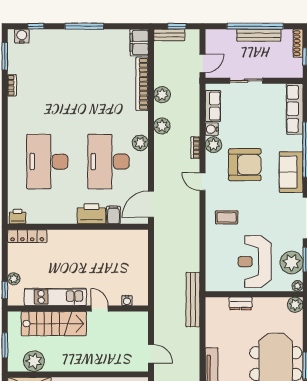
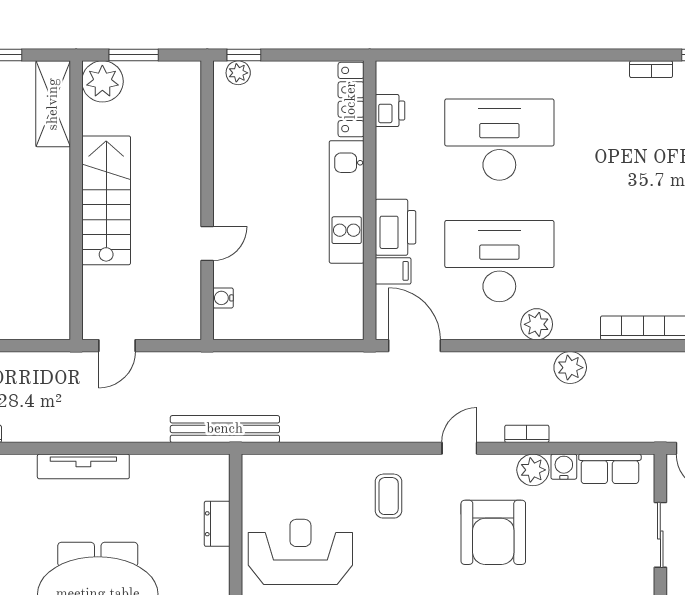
plant: (162, 95) -> (632, 368), removed
printer: (18, 217) -> (390, 111), moved
plant: (14, 279) -> (238, 73), moved
kitchen unit: (55, 297) -> (347, 202), moved, turned 180
stairs: (54, 324) -> (106, 200), moved, turned 180
plant: (34, 361) -> (102, 81), moved

